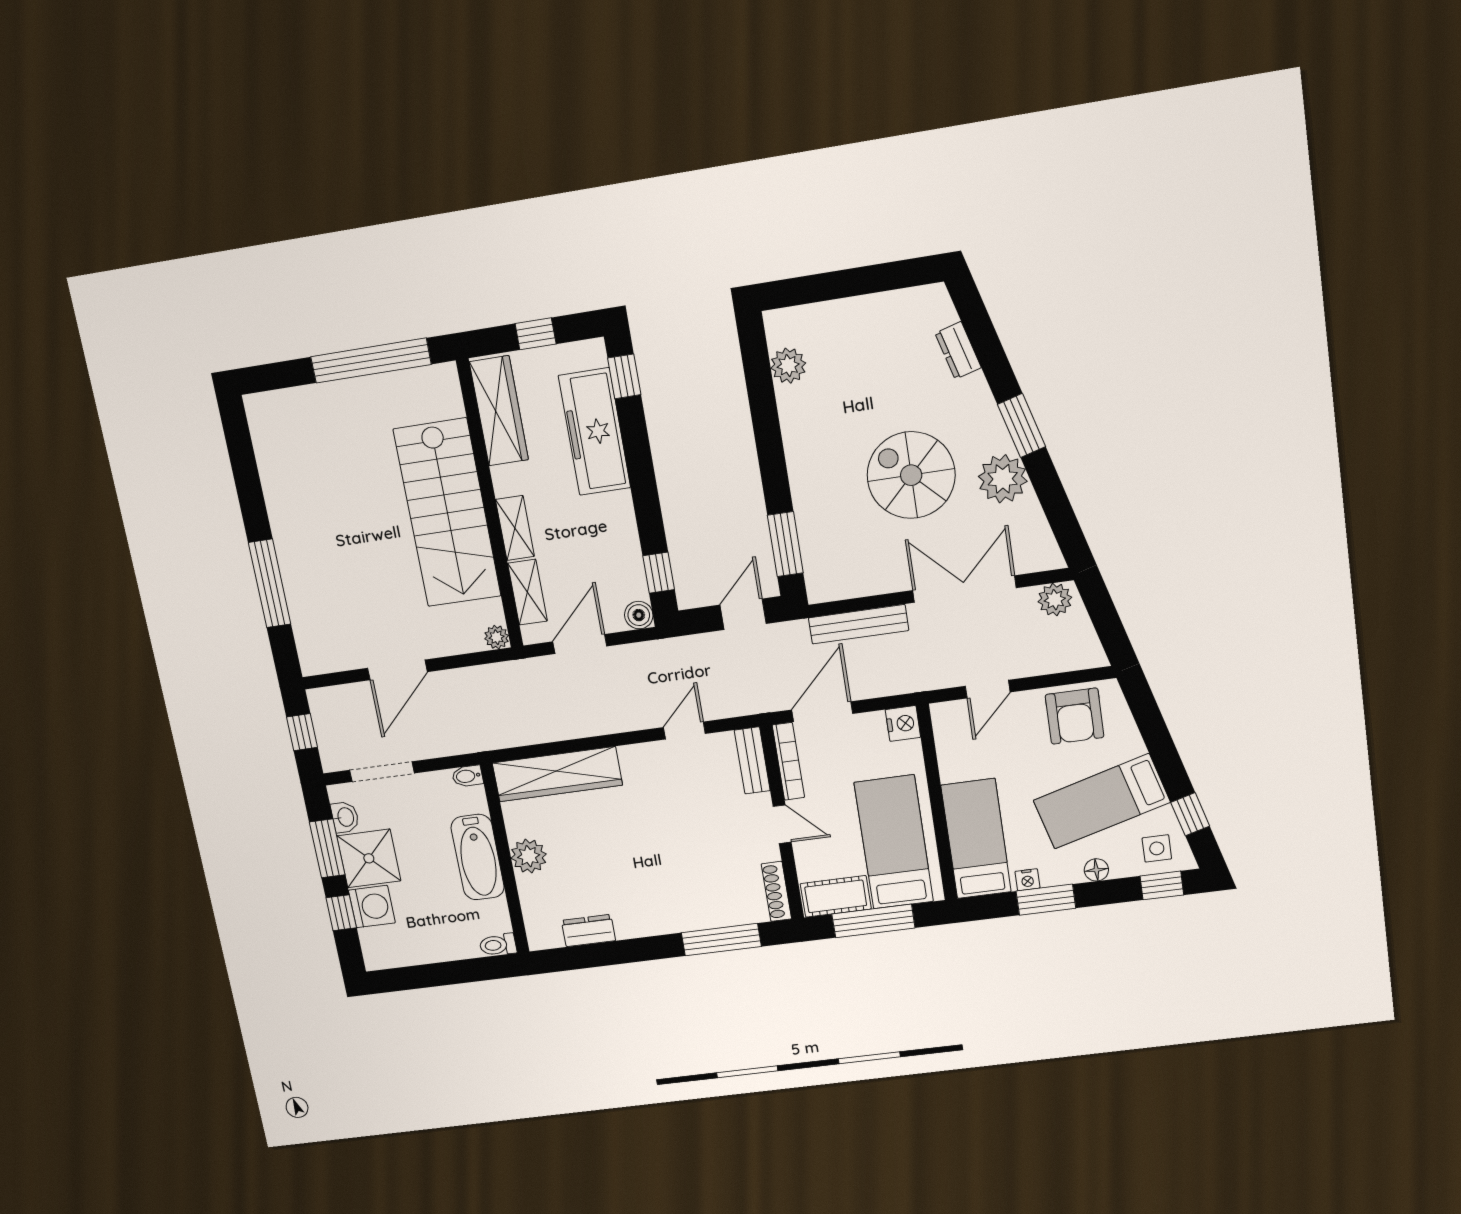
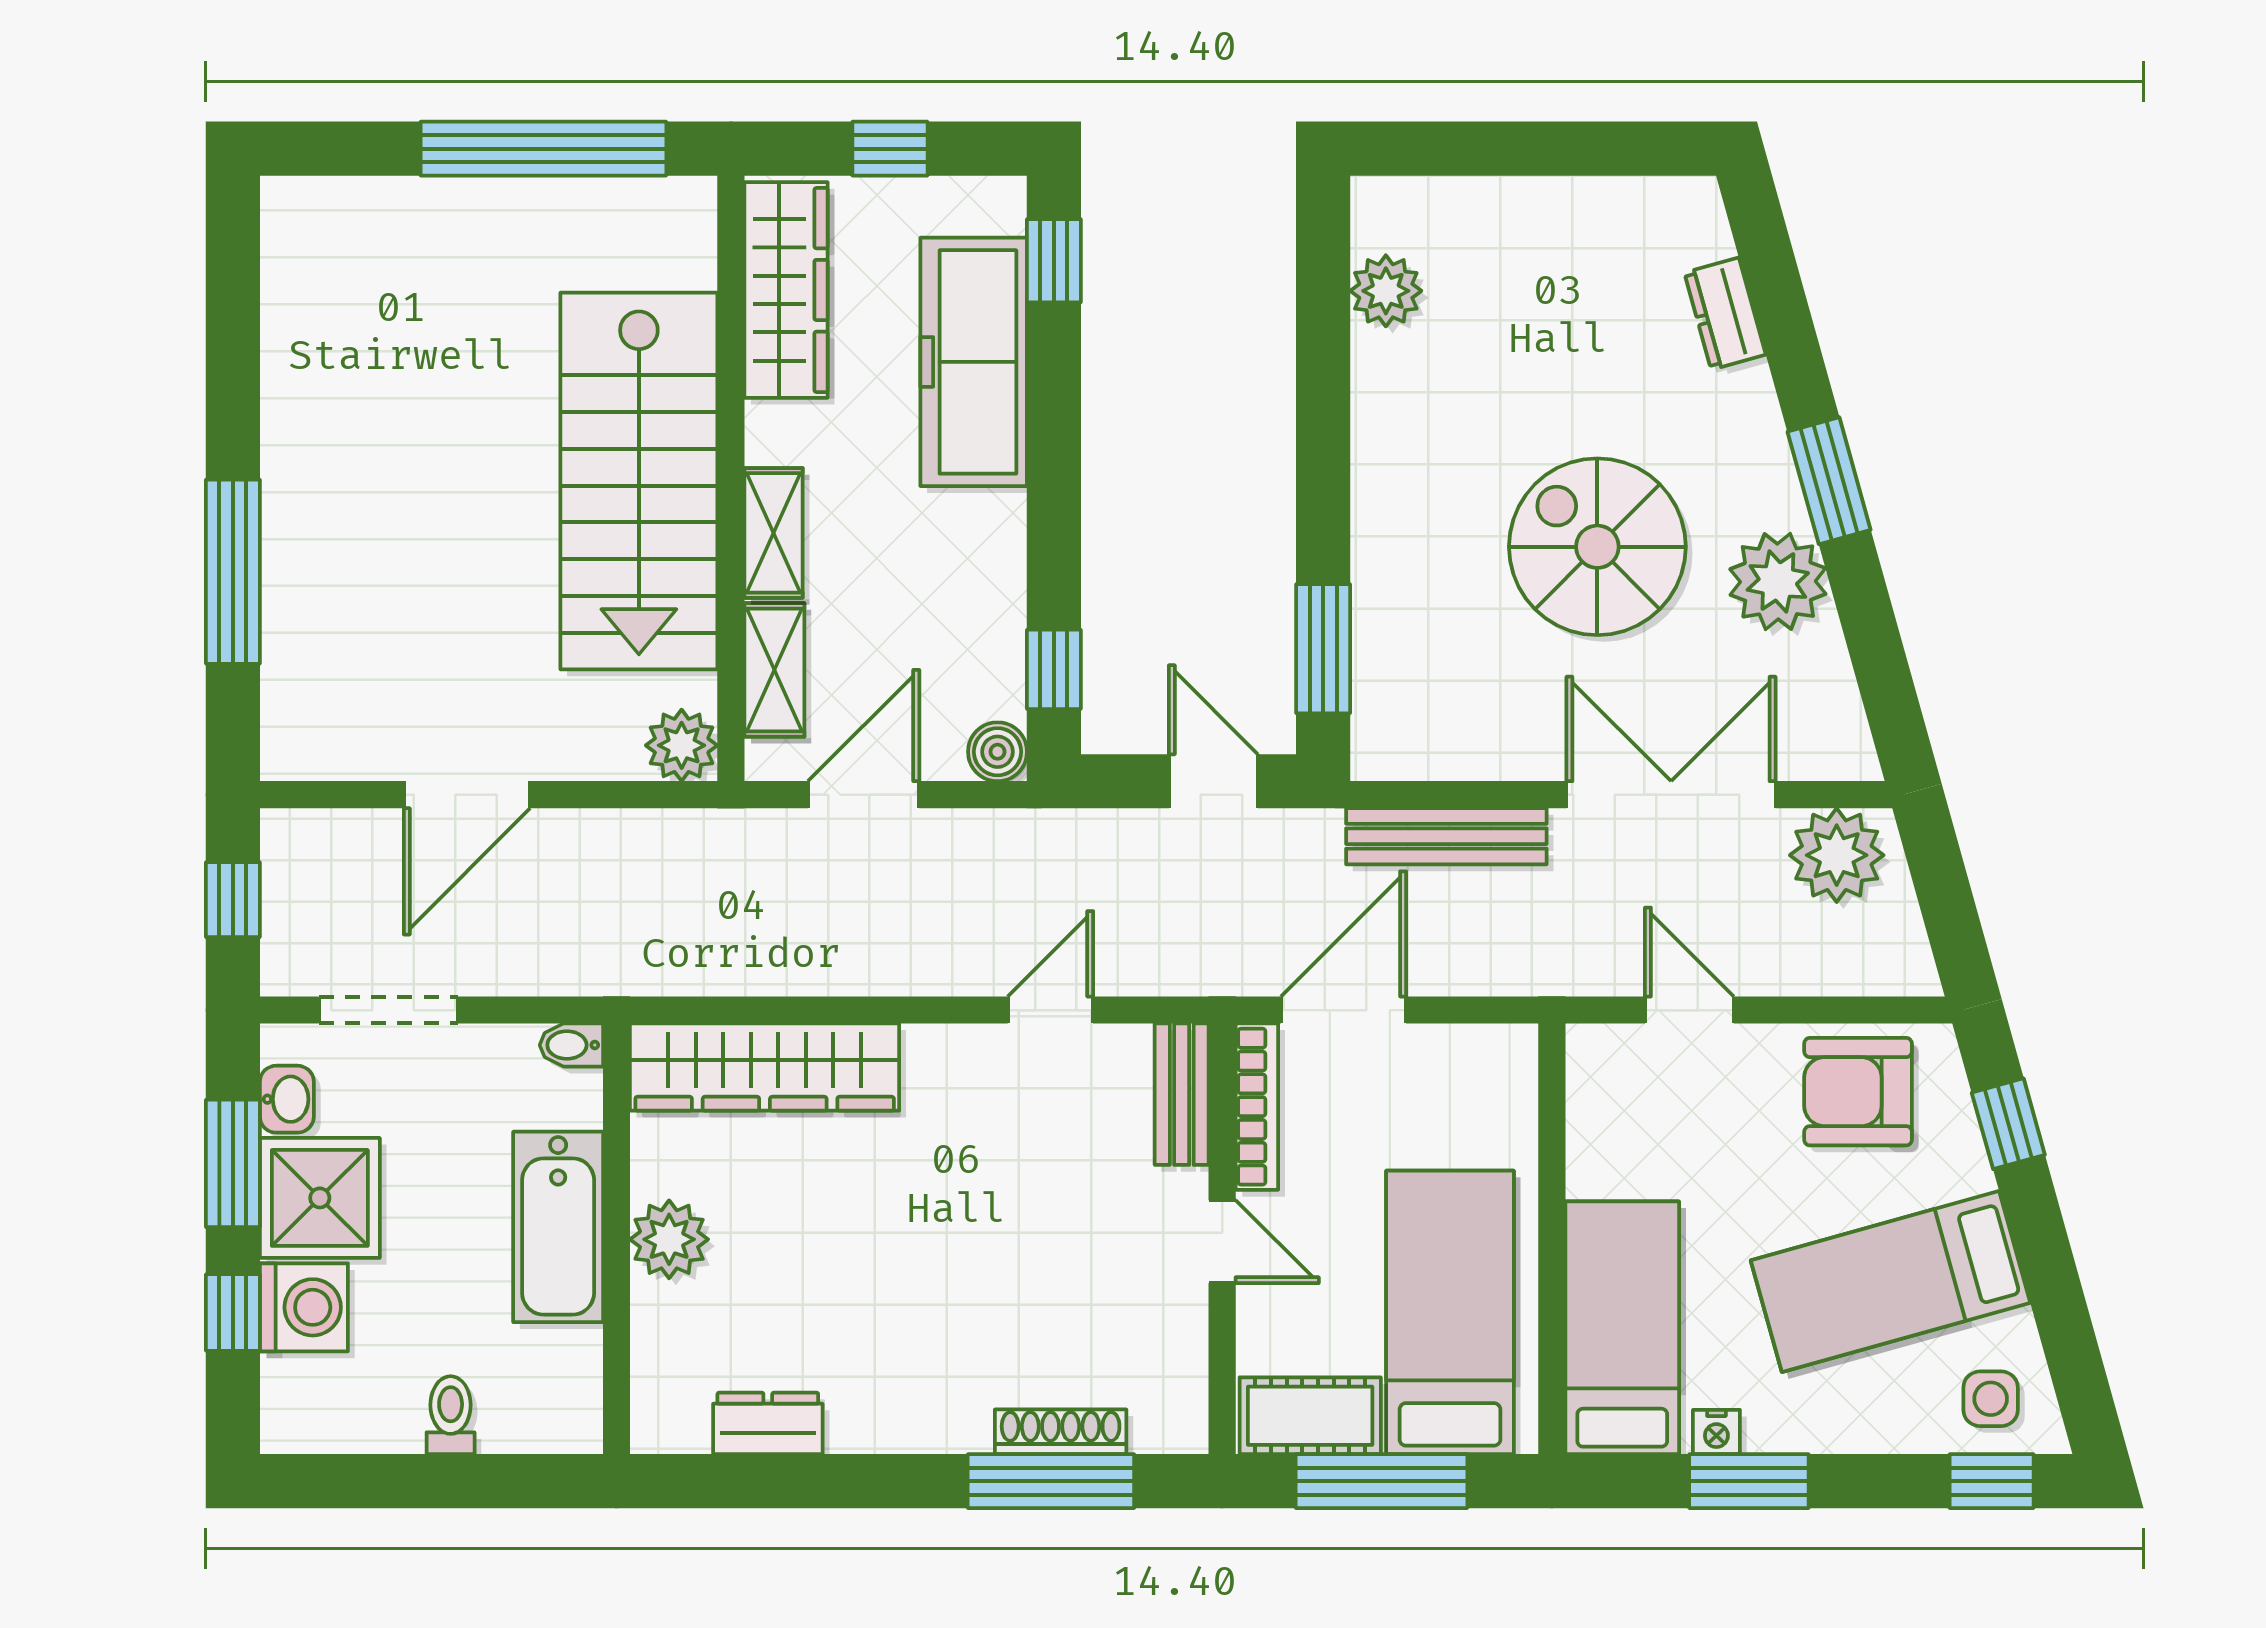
plant: (1055, 600) -> (1837, 855), width x1.36, depth x1.36
door: (743, 614) -> (1213, 781), hinge flipped
plant: (497, 637) -> (682, 745), width x1.38, depth x1.38
door: (988, 689) -> (1689, 1010), swing flipped
armchair: (1075, 716) -> (1858, 1092), turned 90
nightstand: (903, 723) -> (1506, 1058), removed
window: (1190, 814) -> (2008, 1124), moved
floor lamp: (1096, 870) -> (1861, 1429), removed
shoe rack: (776, 891) -> (1061, 1432), moved, turned 90
toilet: (498, 945) -> (451, 1415), moved, turned 90

